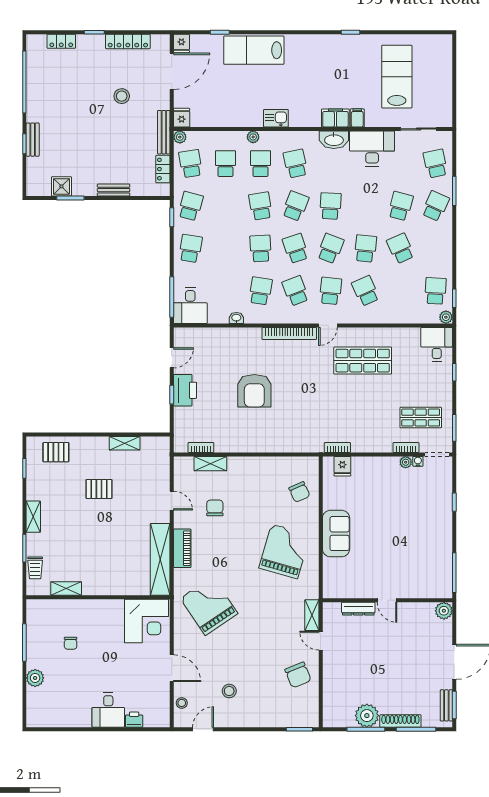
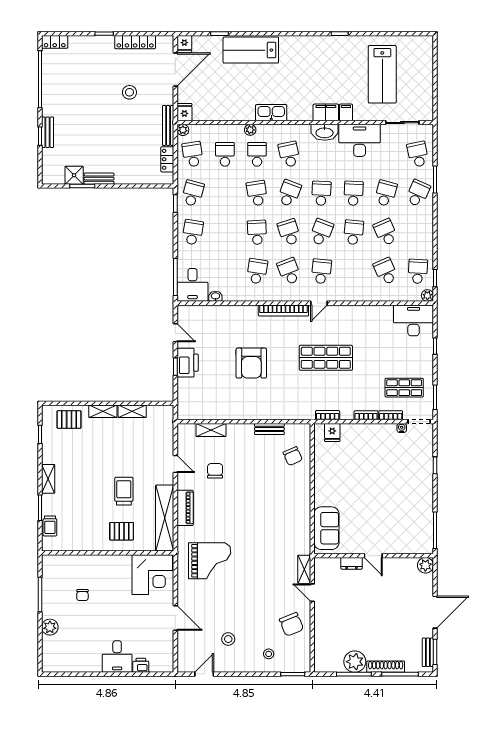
locker: (61, 41) -> (55, 42), moved
lab bench: (397, 77) -> (382, 74), turned 180
kitchen sink: (276, 118) -> (271, 113), width x1.38
bench: (114, 190) -> (99, 179), moved
school desk: (365, 206) -> (353, 193), added
school desk: (365, 291) -> (386, 271), moved
washbasin: (236, 318) -> (215, 296), moved
desk: (437, 344) -> (414, 320), width x1.37
door: (172, 358) -> (175, 333), hinge flipped
shop shelf: (363, 361) -> (326, 358), moved
bookcase: (201, 447) -> (366, 415), moved
bench: (274, 462) -> (269, 429), added
plant: (406, 462) -> (390, 429), removed
pallet: (99, 489) -> (122, 531), moved
trolley: (116, 530) -> (124, 491), added
sofa: (336, 534) -> (326, 528), moved
grand piano: (284, 551) -> (279, 511), removed
shelving: (66, 589) -> (103, 411), moved
grand piano: (209, 606) -> (210, 561), turned 124
dresser: (358, 609) -> (352, 563), width x0.70
stool: (182, 703) -> (269, 654), moved

